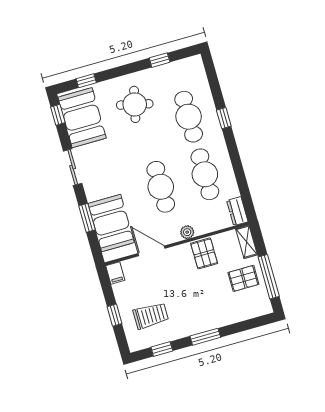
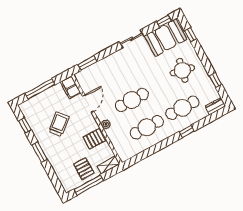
dresser: (237, 211) -> (215, 106), moved
window: (87, 218) -> (87, 63), moved
booth: (111, 223) -> (100, 73), removed
filing cabinet: (115, 273) -> (70, 87), width x2.00
window: (115, 315) -> (40, 89), width x2.17
trolley: (151, 316) -> (59, 124), moved, turned -130

